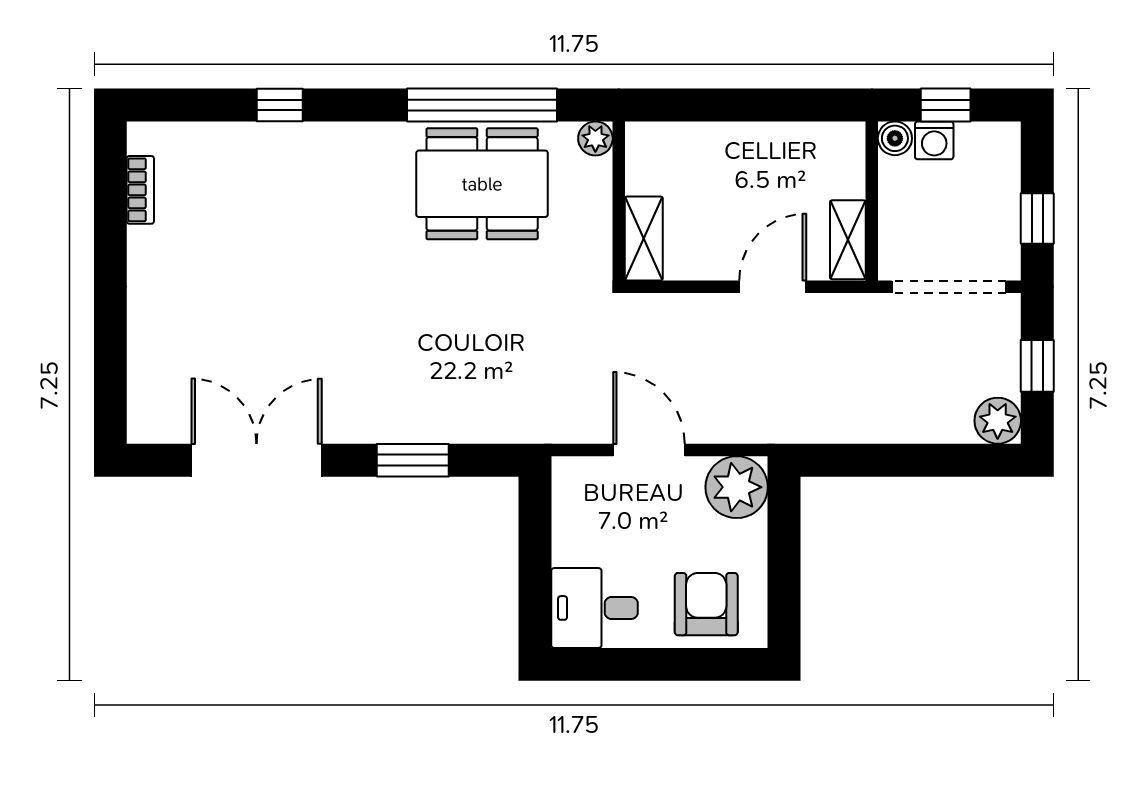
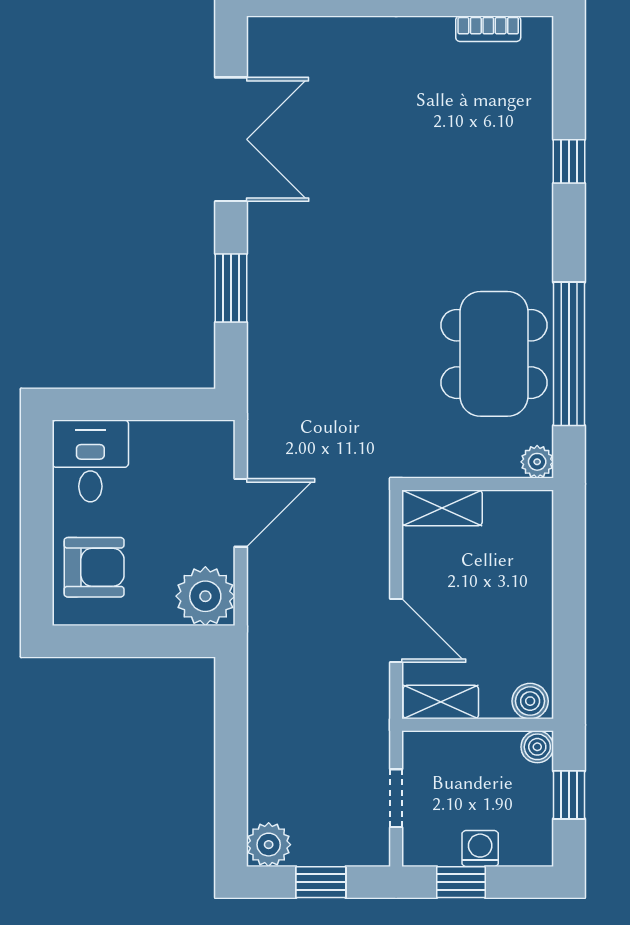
washing machine: (934, 140) -> (480, 848), moved, turned 90
boiler: (847, 146) -> (530, 701), added
doorway: (949, 287) -> (396, 798), width x0.53

